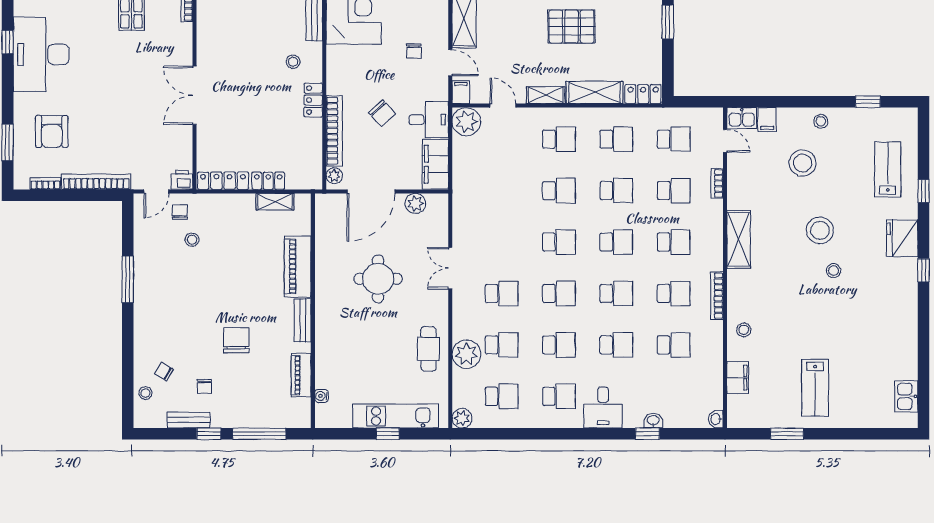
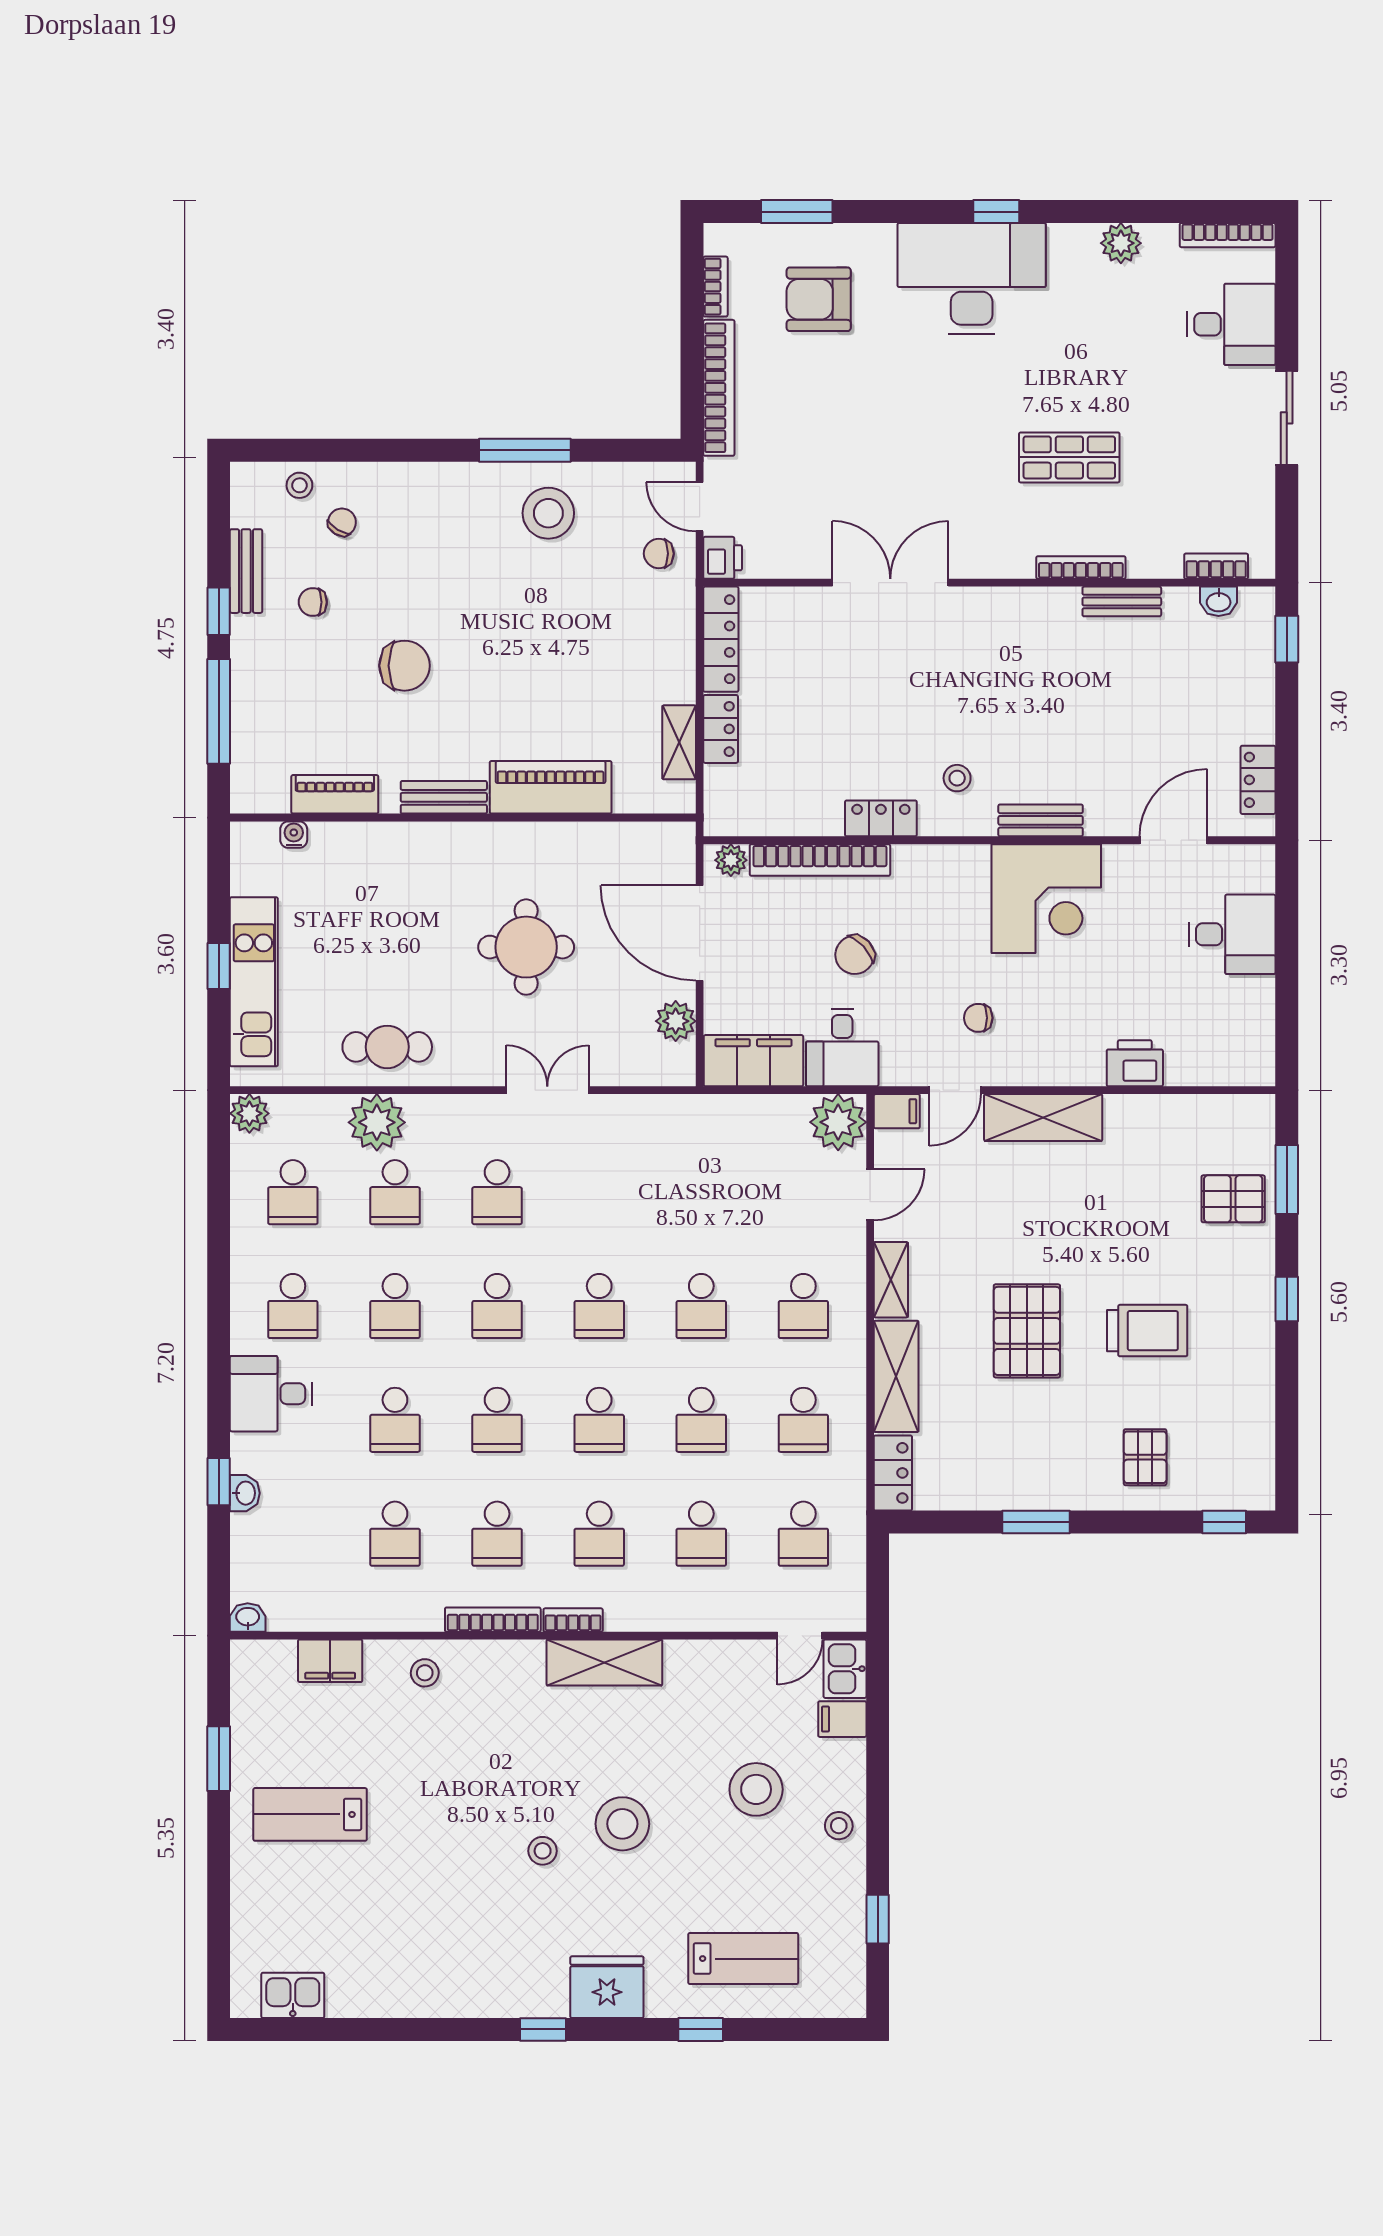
bookcase: (717, 183) -> (573, 1620), moved
chair: (180, 212) -> (659, 554), turned 180
stool: (192, 240) -> (548, 513), moved, width x1.89, depth x1.89

